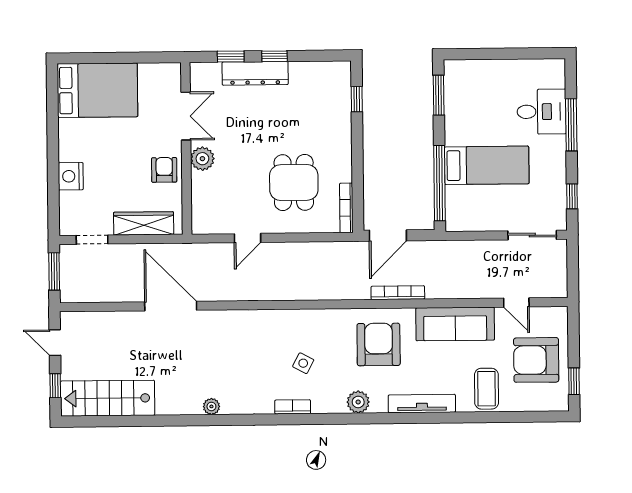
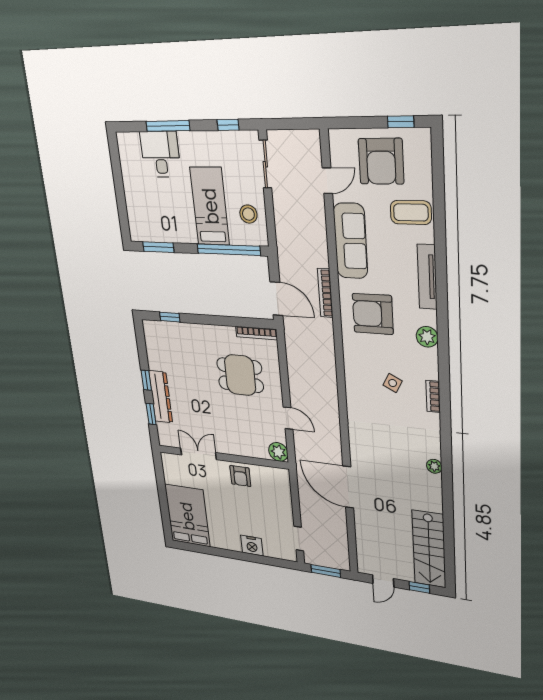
plant: (202, 159) -> (278, 452), moved
armchair: (164, 170) -> (240, 476), turned -90
stool: (480, 211) -> (248, 214), added
wardrobe: (144, 223) -> (283, 498), removed
door: (171, 306) -> (348, 487), hinge flipped

